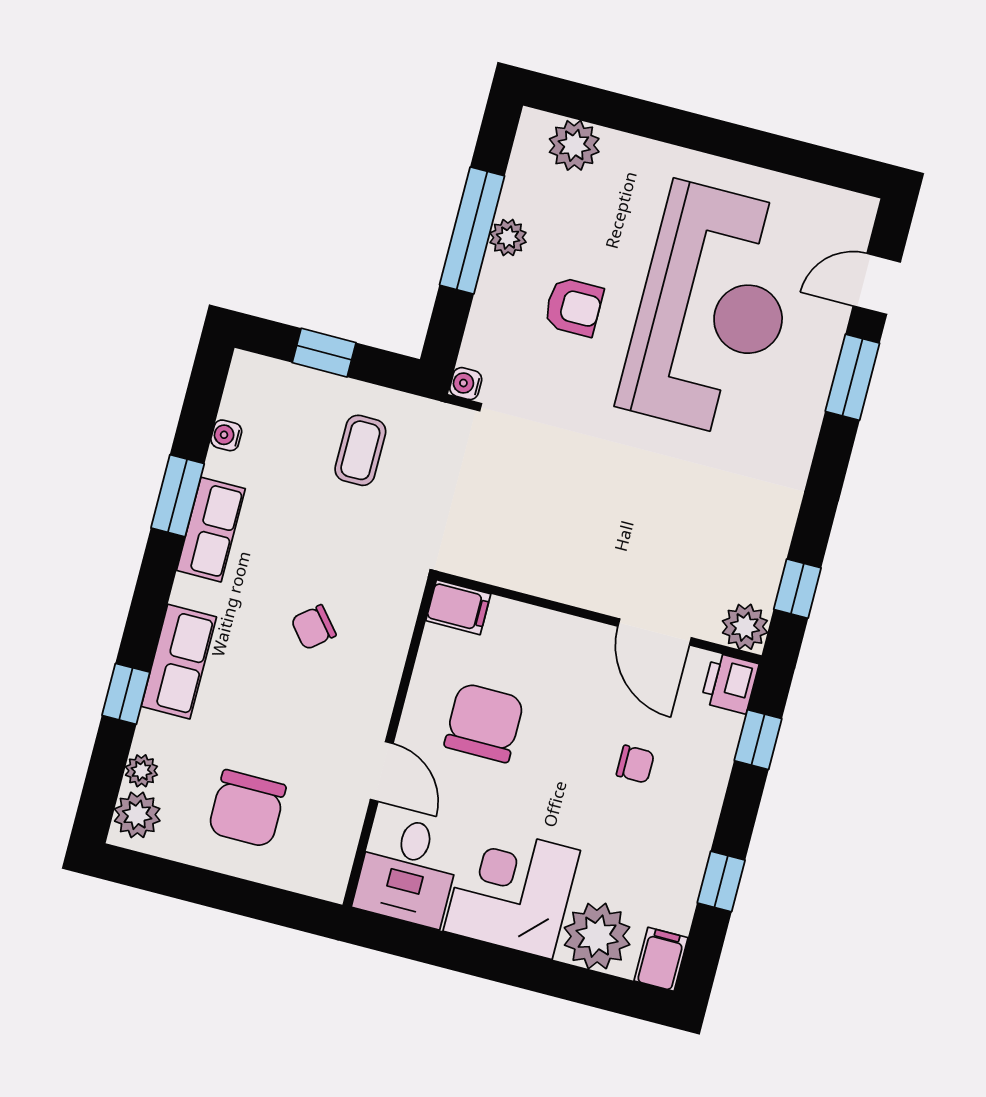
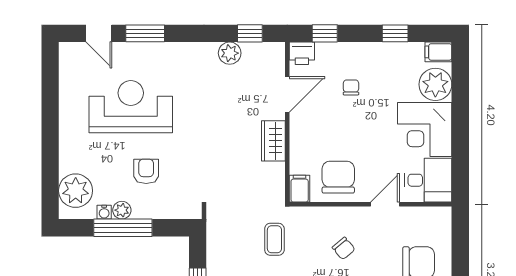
plant: (574, 145) -> (76, 191), width x1.36, depth x1.36
reception desk: (712, 310) -> (131, 107), width x0.74, depth x0.77
water cooler: (466, 384) -> (104, 212), moved
coffee table: (360, 450) -> (274, 239), moved, turned 90
wardrobe: (568, 580) -> (273, 141), added
chair: (314, 627) -> (344, 248), moved
plant: (745, 627) -> (230, 53), moved
chair: (484, 723) -> (338, 177), moved, turned 90

